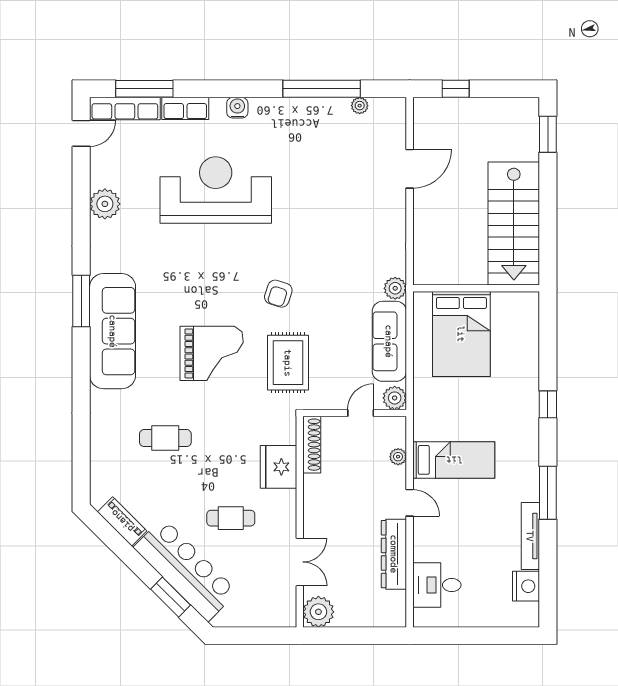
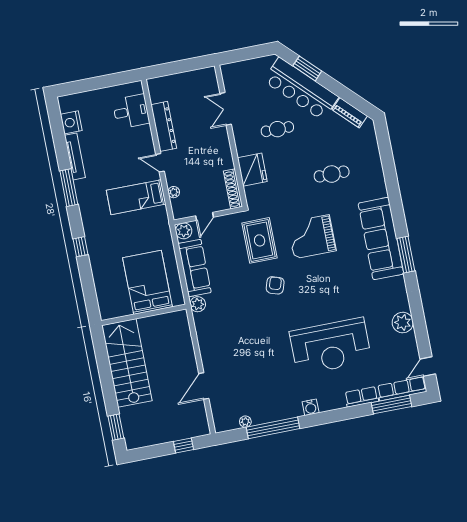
water cooler: (237, 108) -> (311, 407), moved
plant: (318, 612) -> (207, 78), removed

